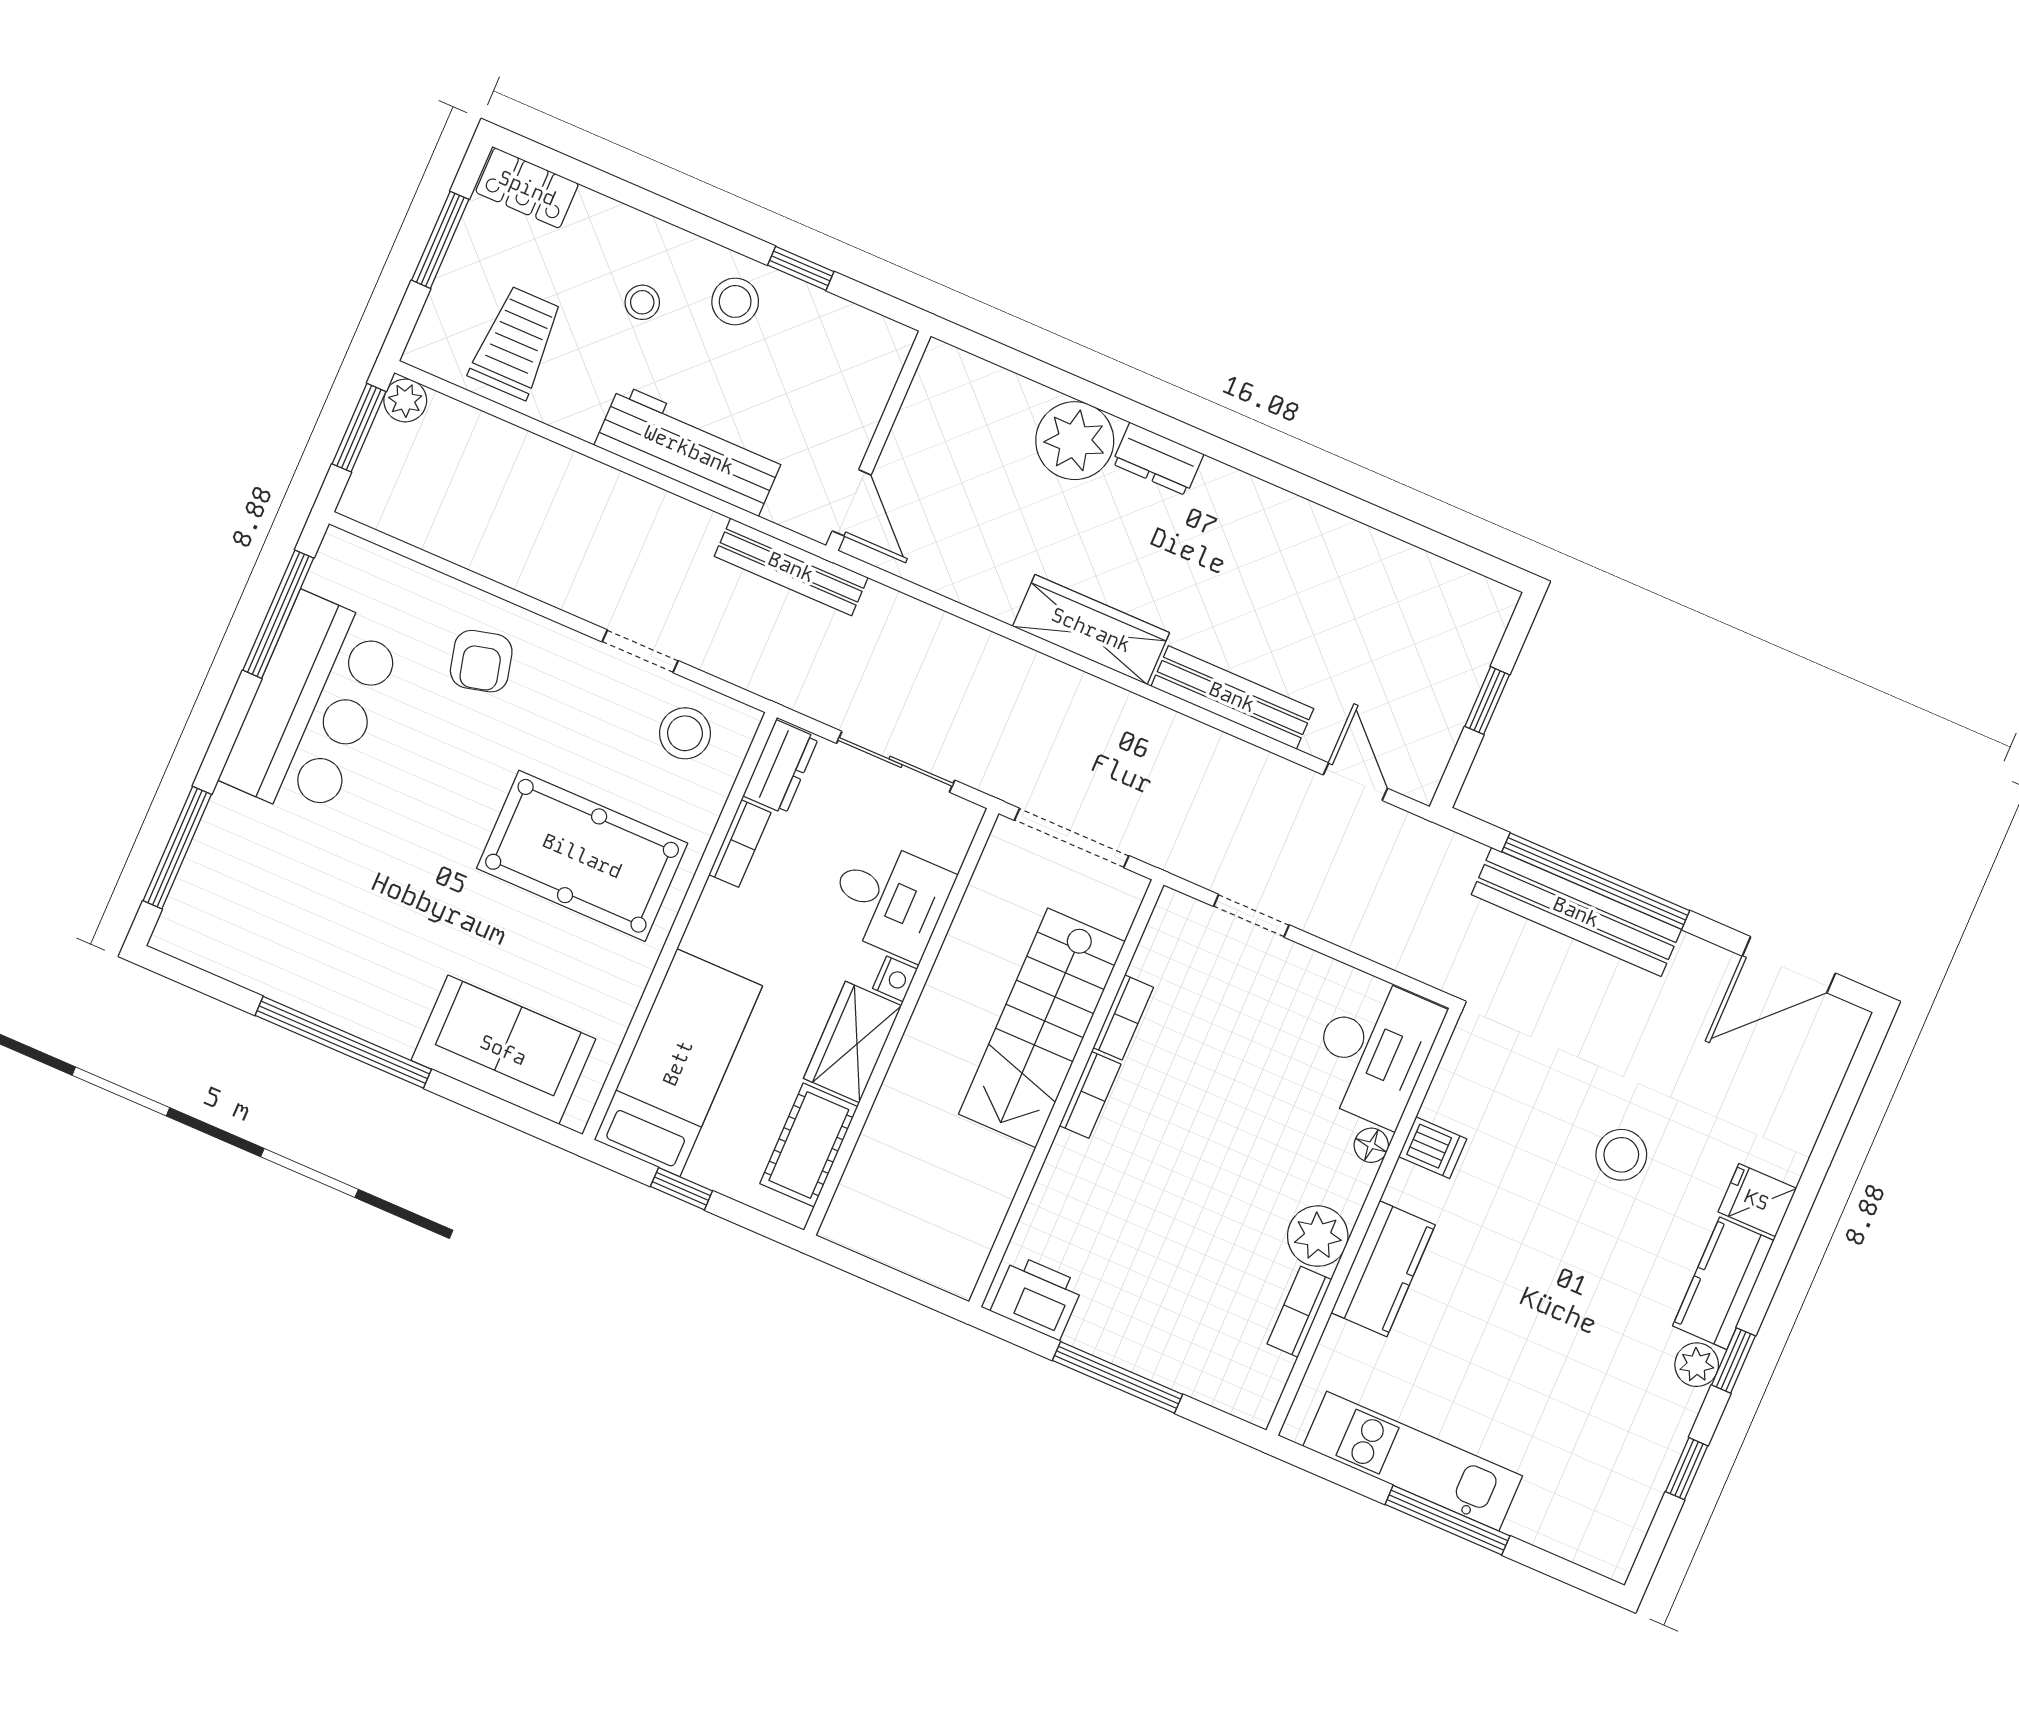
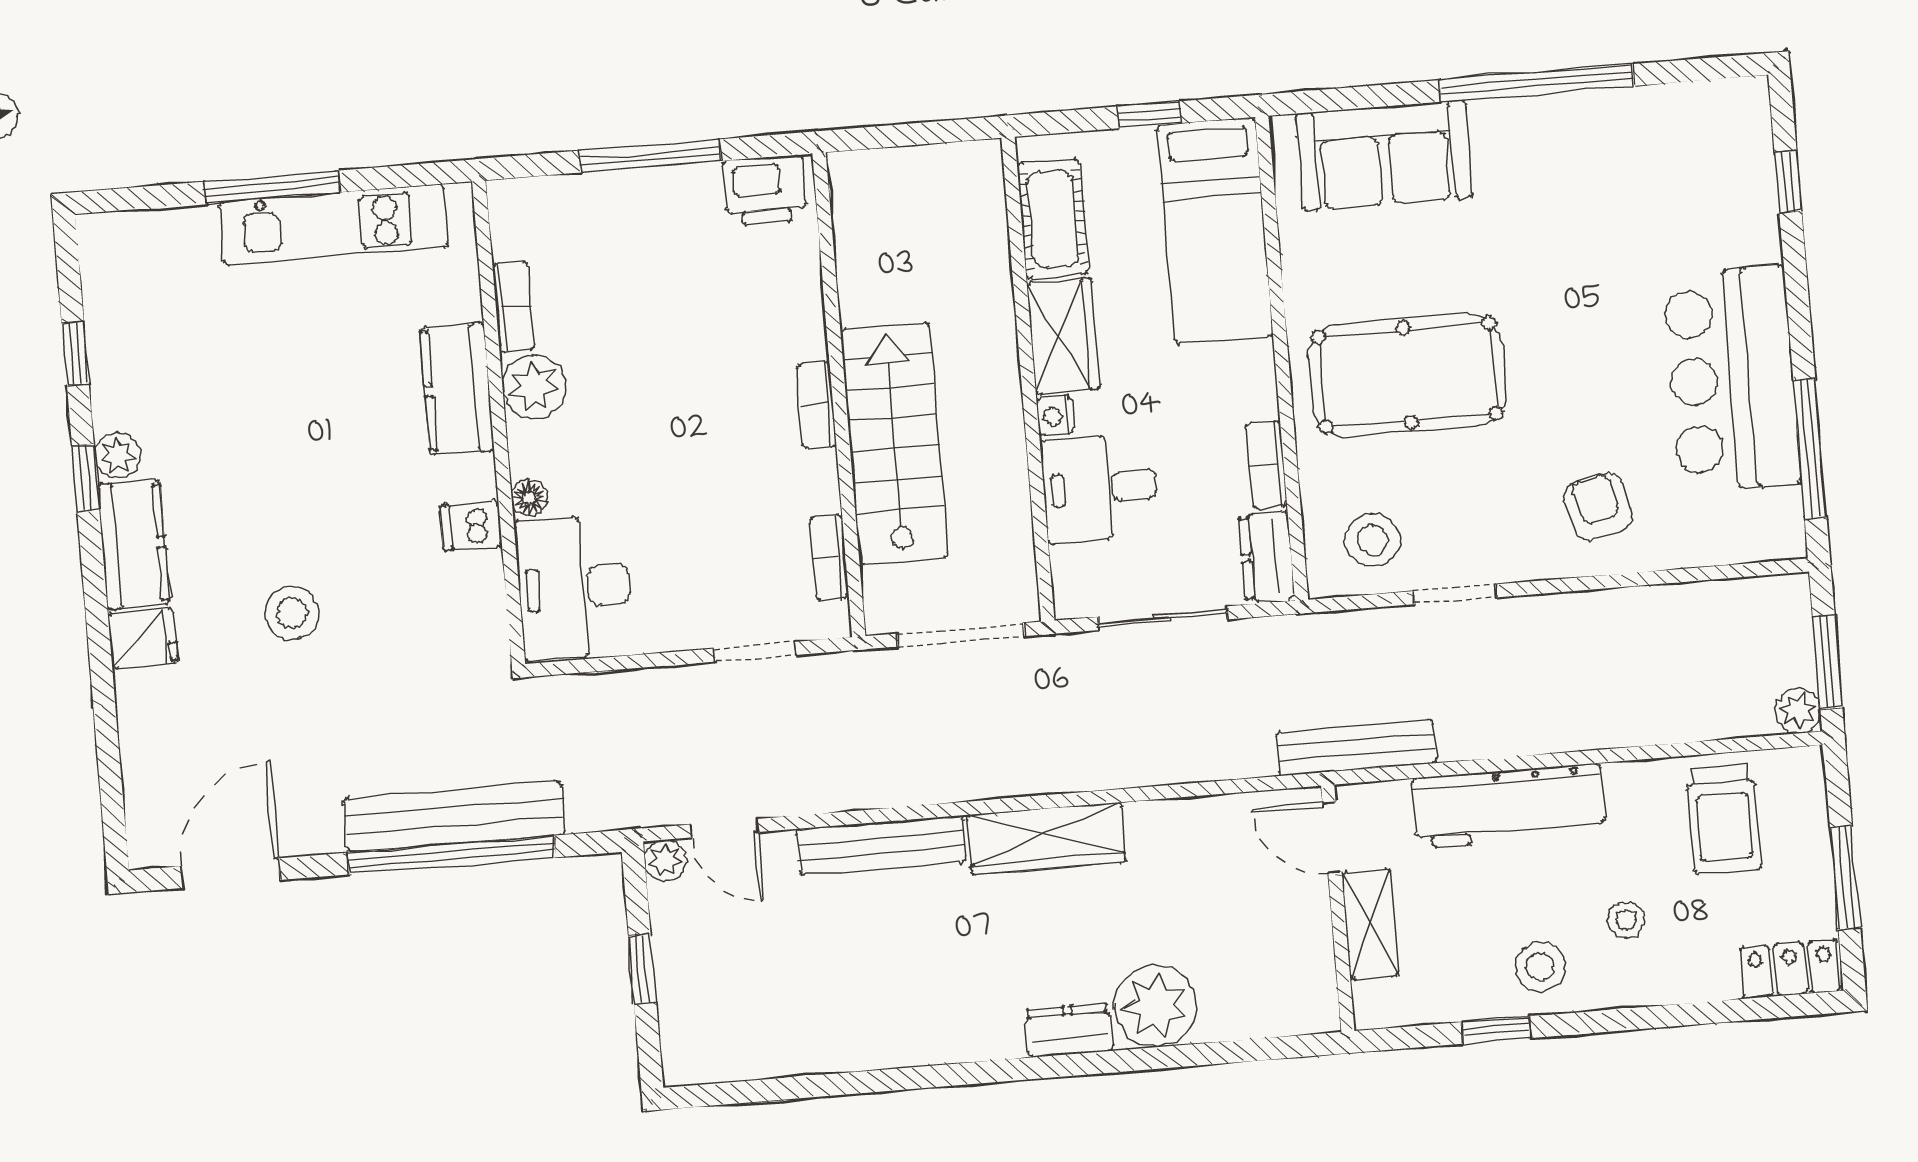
shelving: (858, 413) -> (1370, 924), added
plant: (1420, 781) -> (665, 860), added
window: (177, 848) -> (1788, 182), width x0.46
bookcase: (1123, 1017) -> (829, 558), moved

